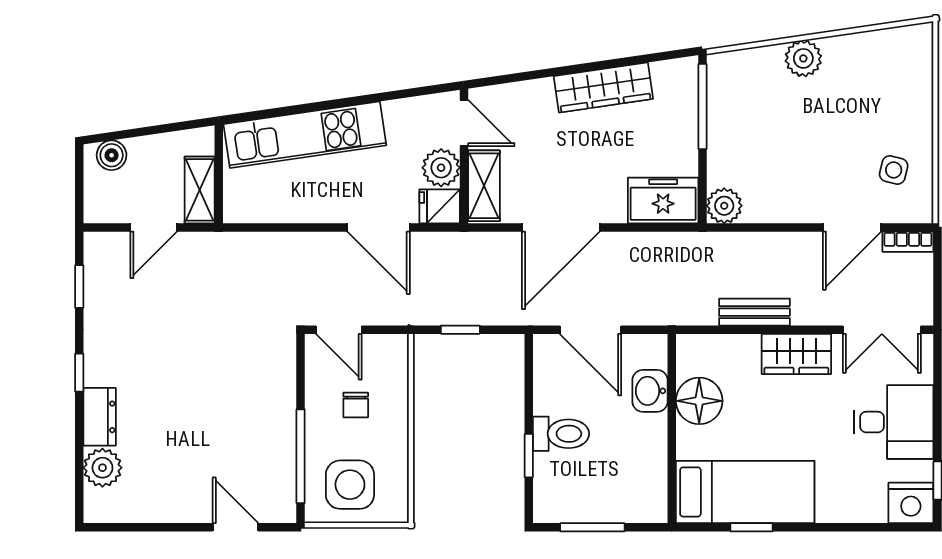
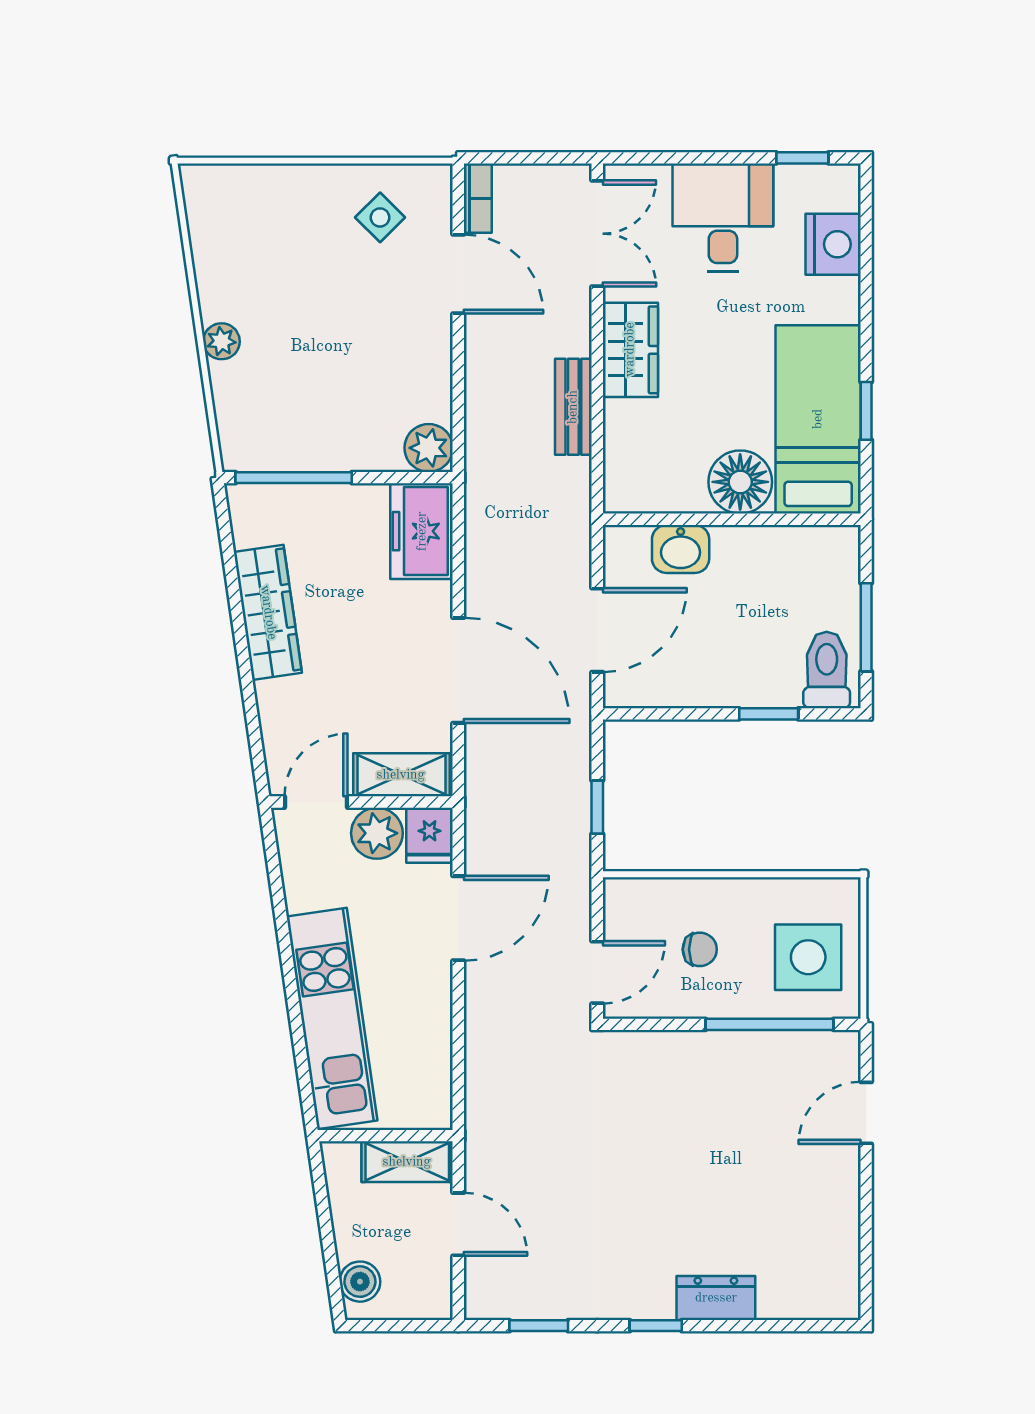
plant: (803, 58) -> (221, 341), width x0.73, depth x0.73
side table: (894, 170) -> (380, 217), turned 31
floor lamp: (699, 401) -> (740, 482), moved
toilet: (561, 434) -> (827, 670), moved
plant: (102, 468) -> (785, 1294), removed
nightstand: (911, 503) -> (833, 244), moved

